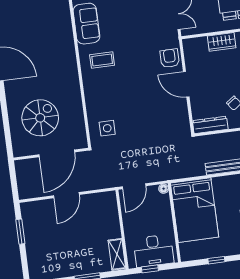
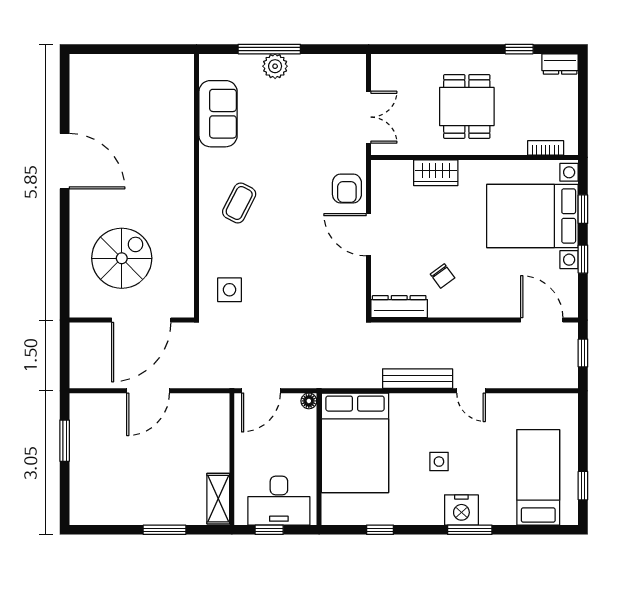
armchair: (170, 58) -> (347, 189), turned 180
coffee table: (102, 60) -> (239, 203), moved, turned -63

